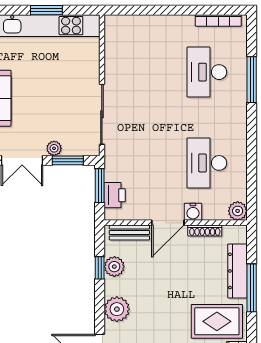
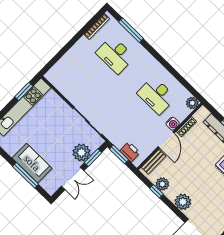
window: (46, 10) -> (24, 91), moved
window: (252, 80) -> (131, 30), moved
plant: (54, 148) -> (81, 153), width x1.88, depth x1.88

